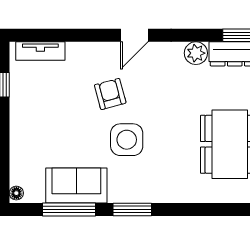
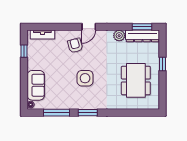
armchair: (110, 94) -> (75, 46), moved
sofa: (76, 185) -> (36, 85), moved, turned 90

